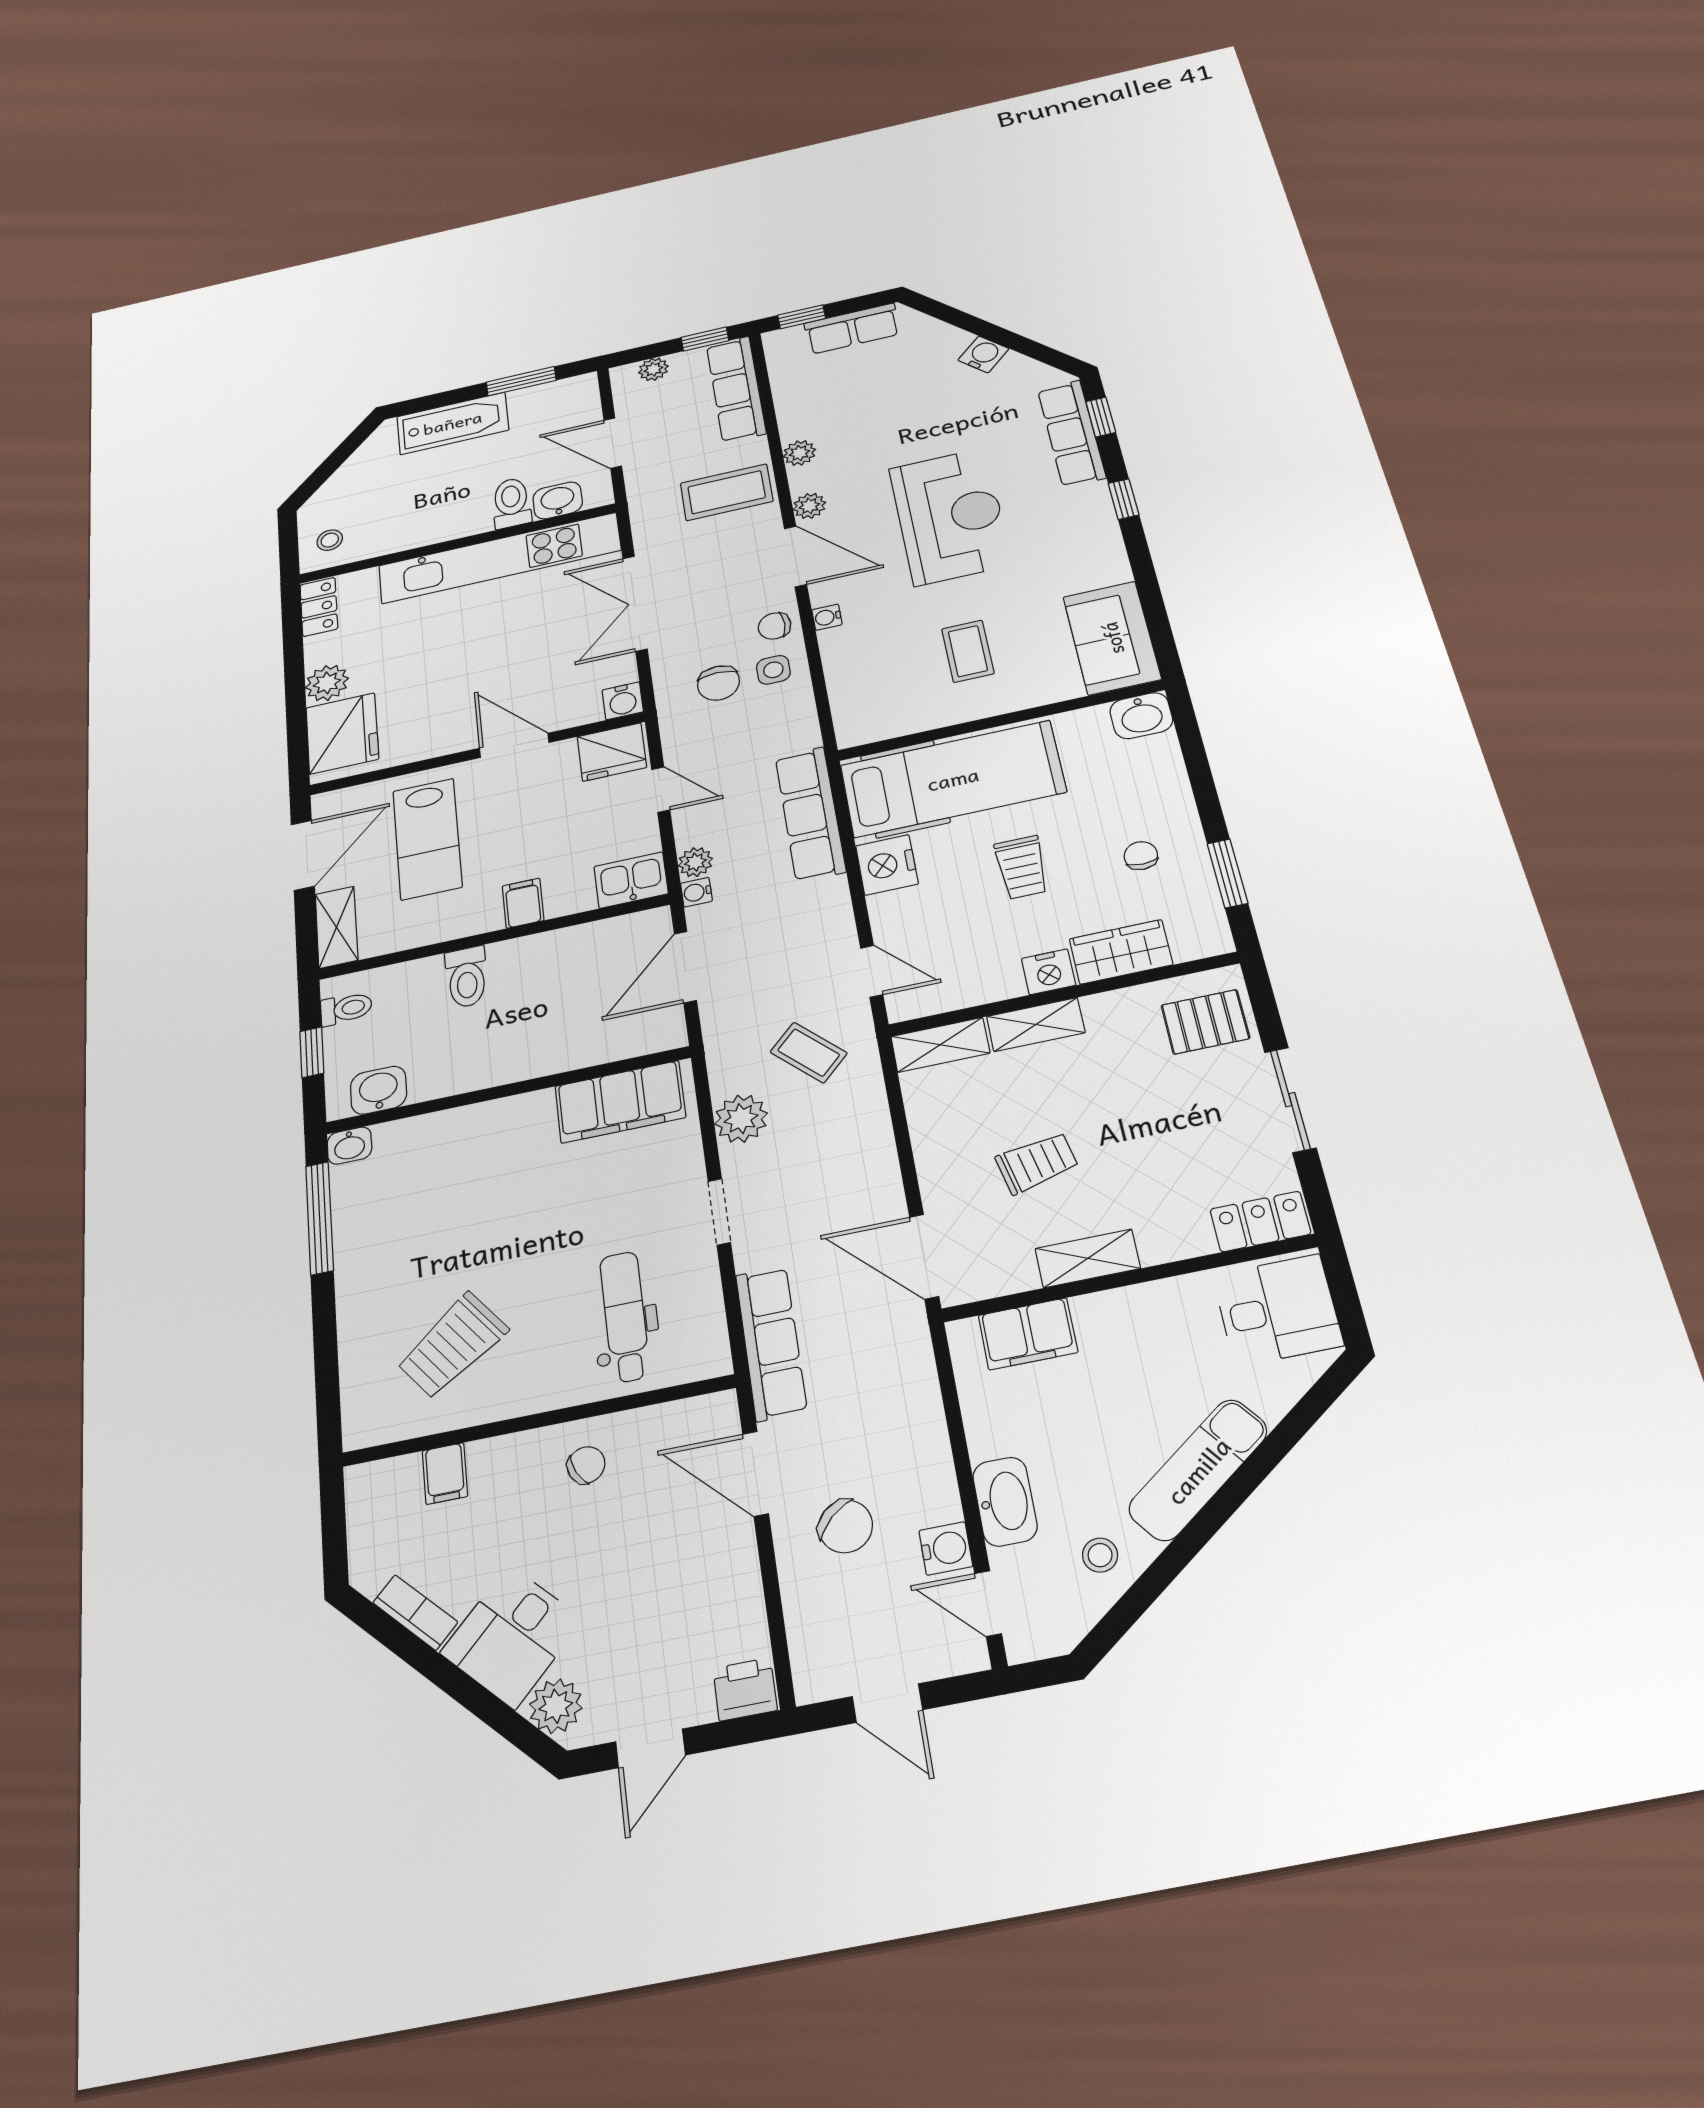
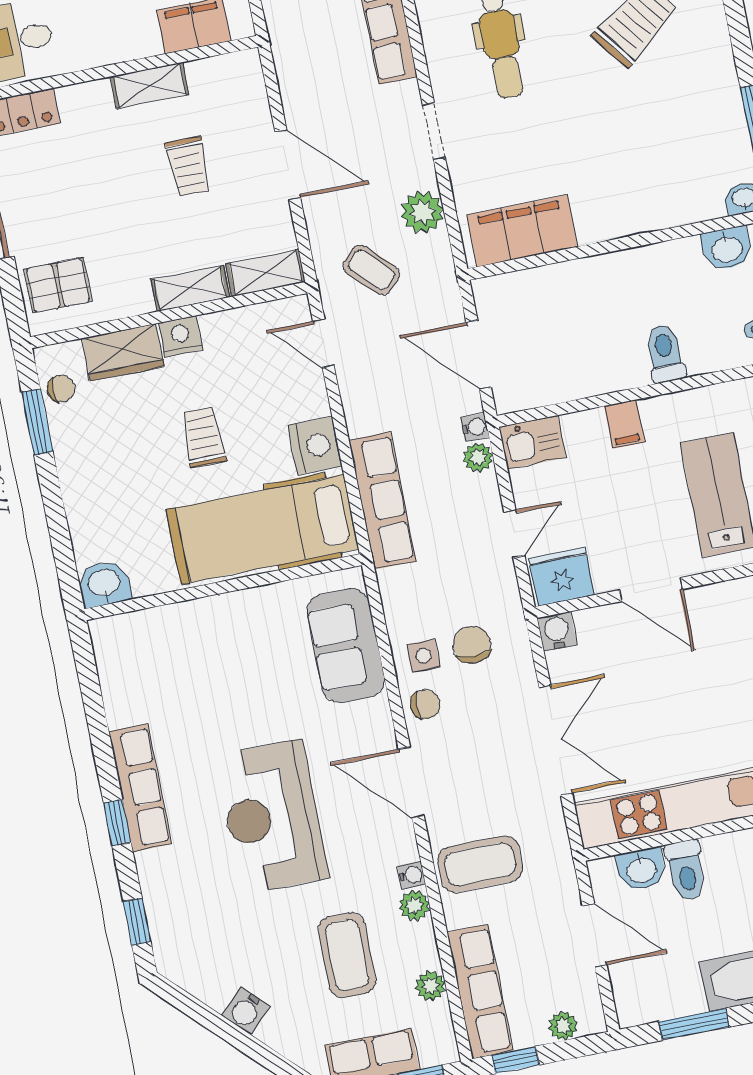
row of seats: (1072, 433) -> (140, 788), moved
plant: (809, 506) -> (431, 986), moved
water cooler: (827, 617) -> (412, 875), moved
sofa: (1112, 638) -> (346, 646), moved, turned 180
coffee table: (968, 651) -> (347, 955), moved, width x1.36, depth x1.30
door: (661, 790) -> (514, 534), swing flipped
chair: (1141, 856) -> (61, 389), moved, turned -90
door: (685, 967) -> (479, 355), swing flipped
trolley: (1037, 1163) -> (188, 166), turned -78
door: (924, 1257) -> (288, 165), moved

